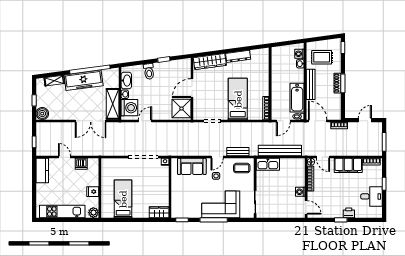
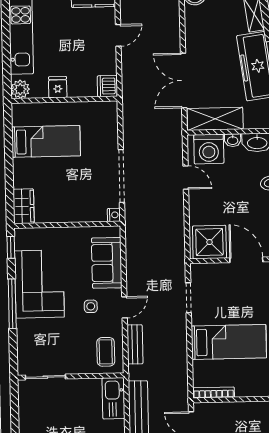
door: (217, 157) -> (124, 307), swing flipped
dishwasher: (81, 164) -> (107, 86), moved
corner sofa: (221, 204) -> (39, 284), moved

